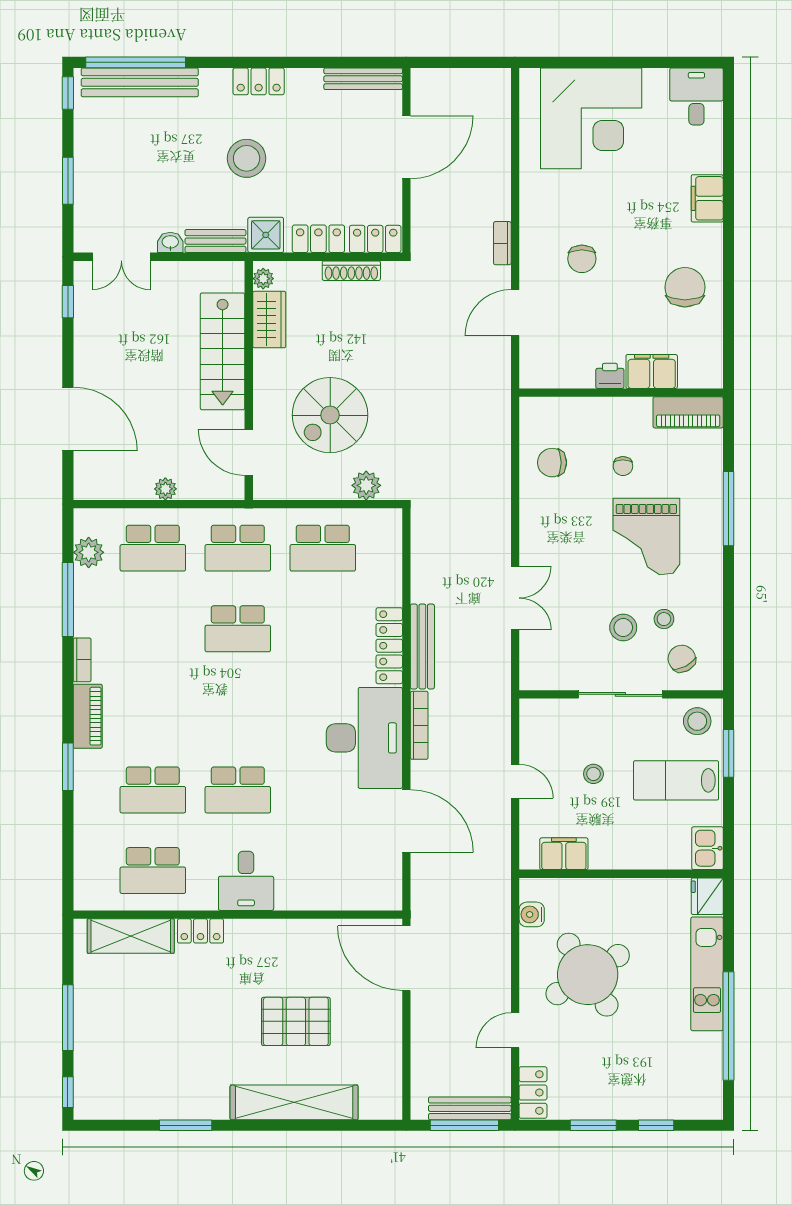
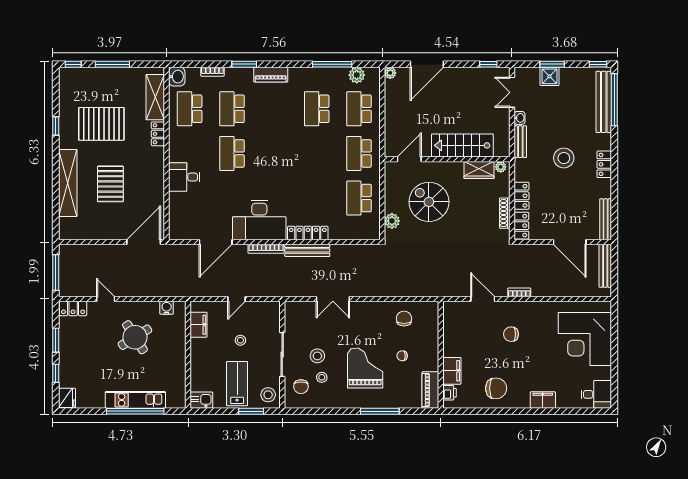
shower: (266, 235) -> (550, 76), moved
printer: (610, 376) -> (450, 393), moved
plant: (165, 489) -> (390, 73), moved
grand piano: (646, 537) -> (365, 368), turned 90
school desk: (238, 629) -> (317, 109), moved
chair: (682, 659) -> (301, 387), turned 118
bookcase: (82, 660) -> (212, 72), moved
desk: (246, 881) -> (184, 177), moved
washbasin: (92, 895) -> (177, 77), added
fridge: (707, 896) -> (67, 398), moved, turned 90
round table: (588, 975) -> (135, 337), width x0.73, depth x0.73
window: (729, 1026) -> (135, 411), moved
pallet: (181, 1039) -> (101, 124), added
bench: (470, 1108) -> (605, 266), moved
window: (186, 1125) -> (56, 126), width x0.67

